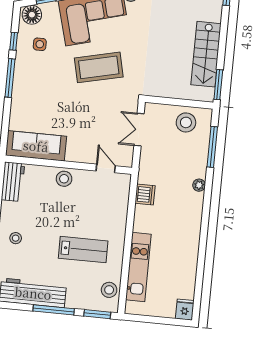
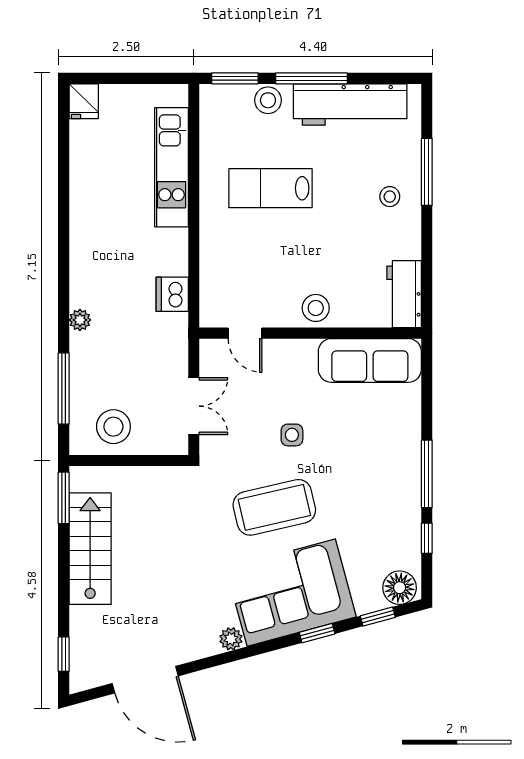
side table: (40, 44) -> (292, 435), moved
stool: (109, 290) -> (268, 100), moved

